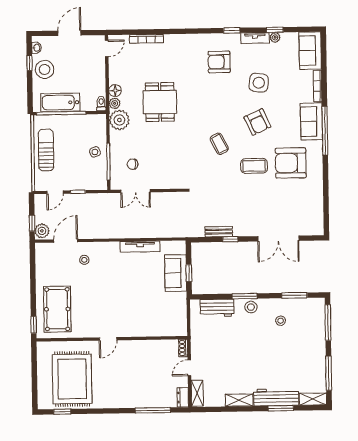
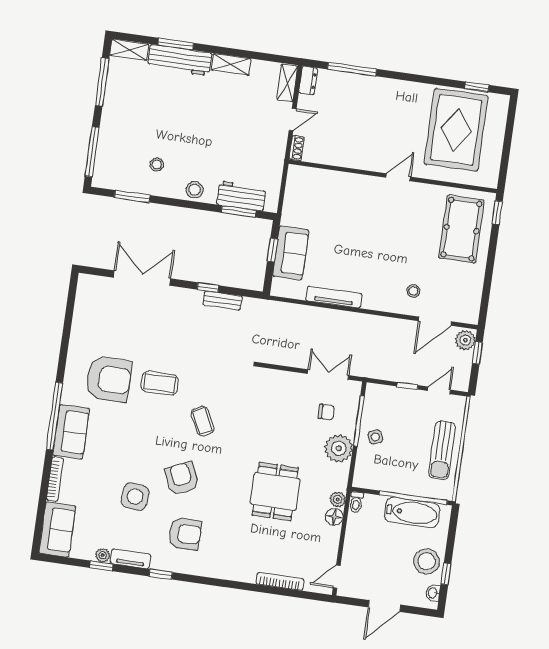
plant: (119, 120) -> (339, 448), moved
armchair: (257, 122) -> (182, 478), moved
window: (245, 296) -> (238, 211), moved

